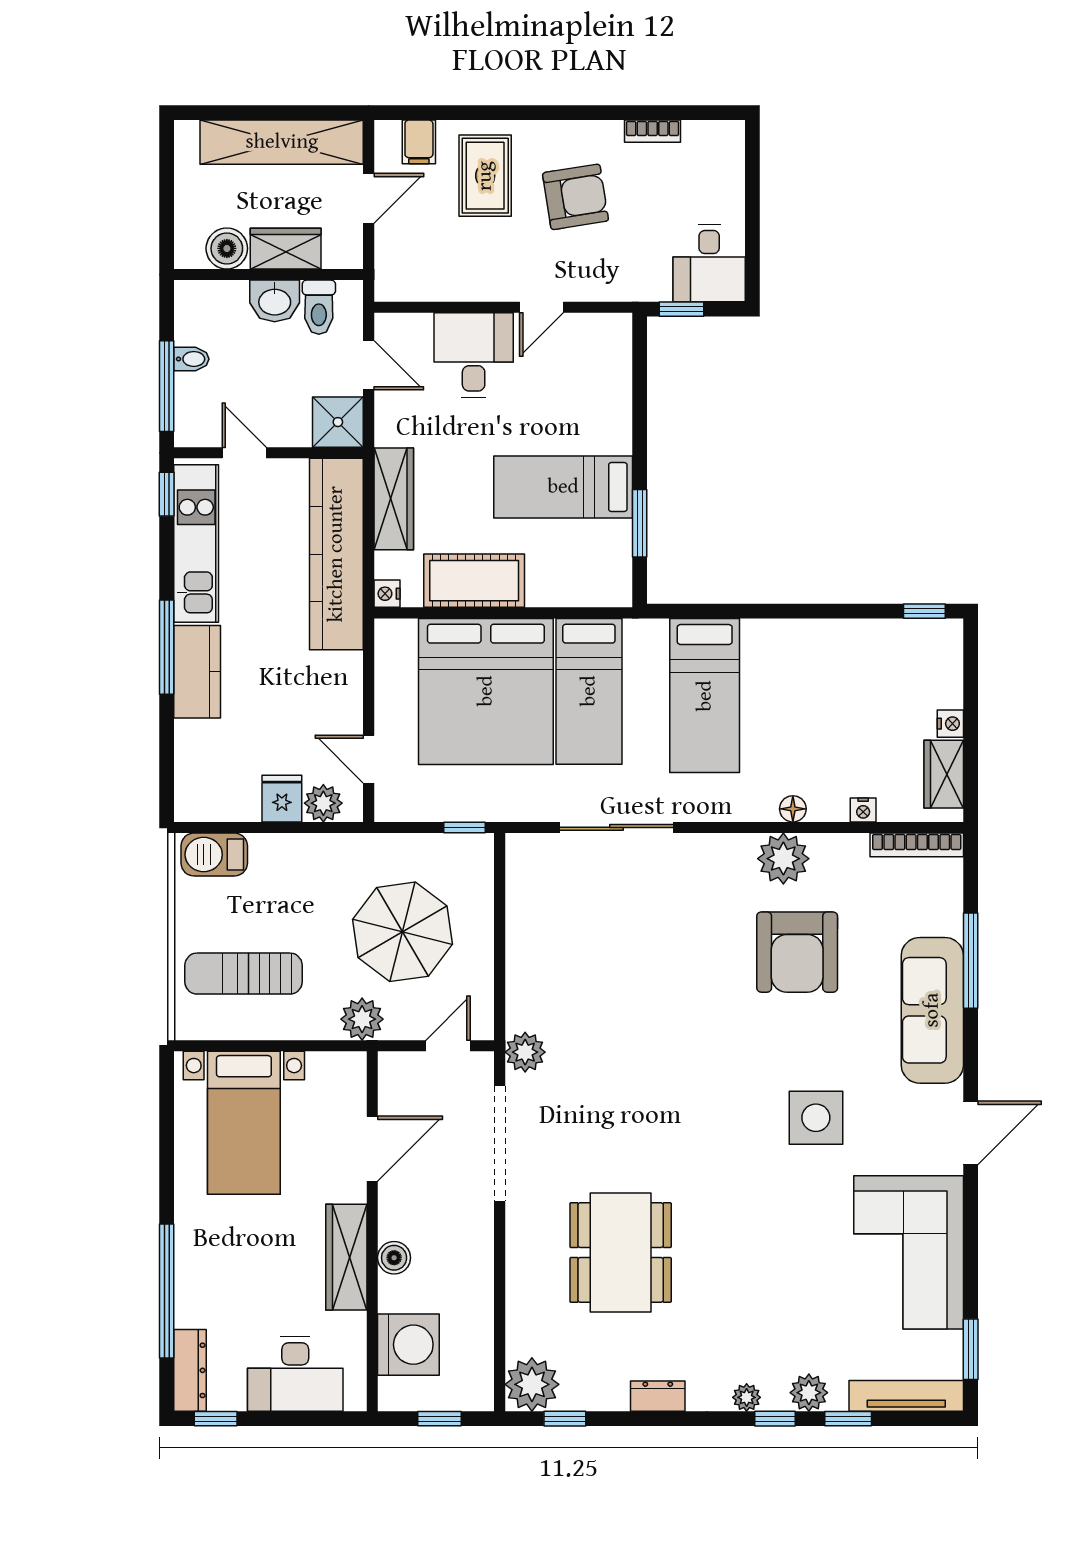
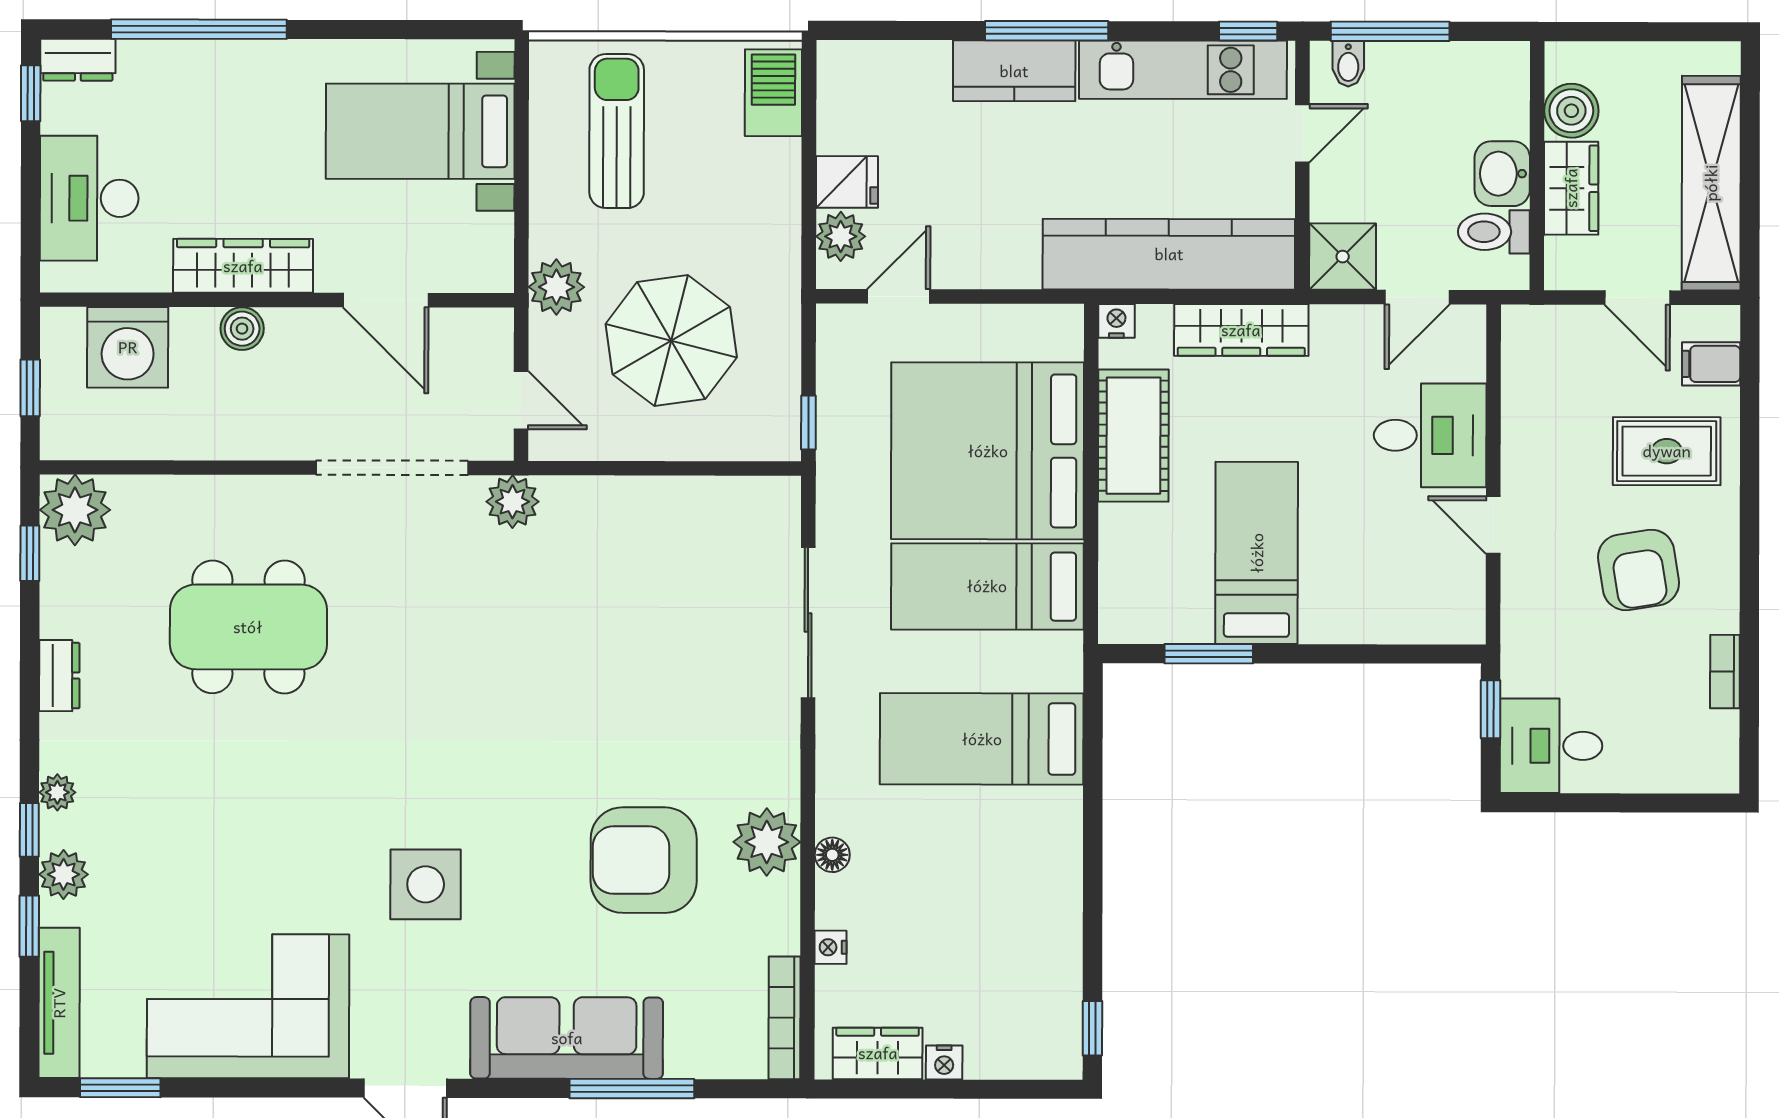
bidet: (191, 359) -> (1348, 64), moved
dresser: (190, 1370) -> (78, 60), width x0.70

